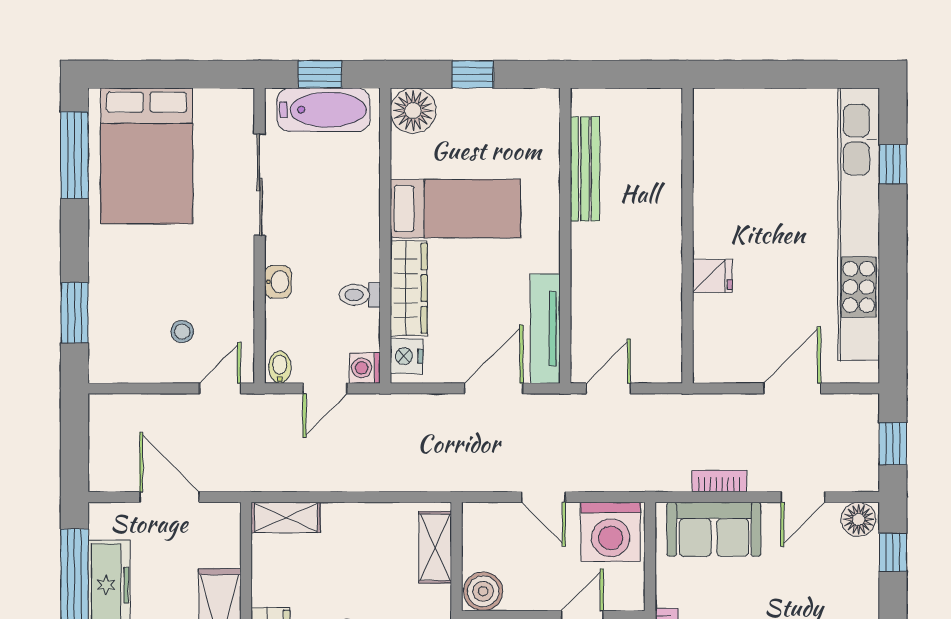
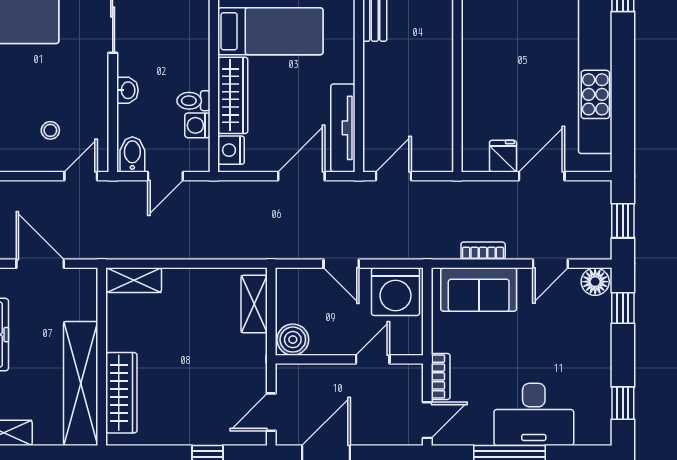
fridge: (712, 276) -> (503, 156), moved, turned -90
bidet: (280, 367) -> (132, 154), width x1.38, depth x1.36
washing machine: (365, 368) -> (197, 125), moved

